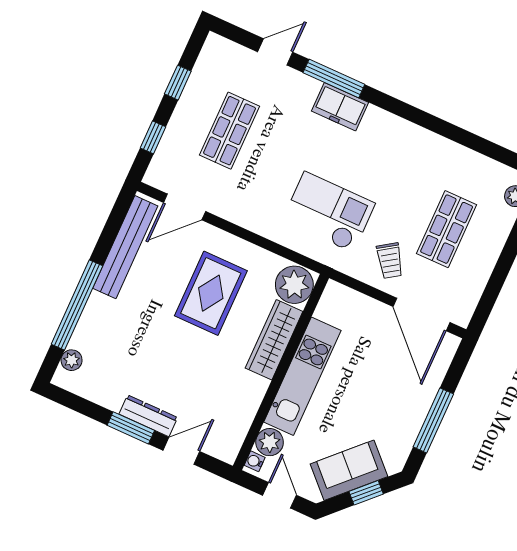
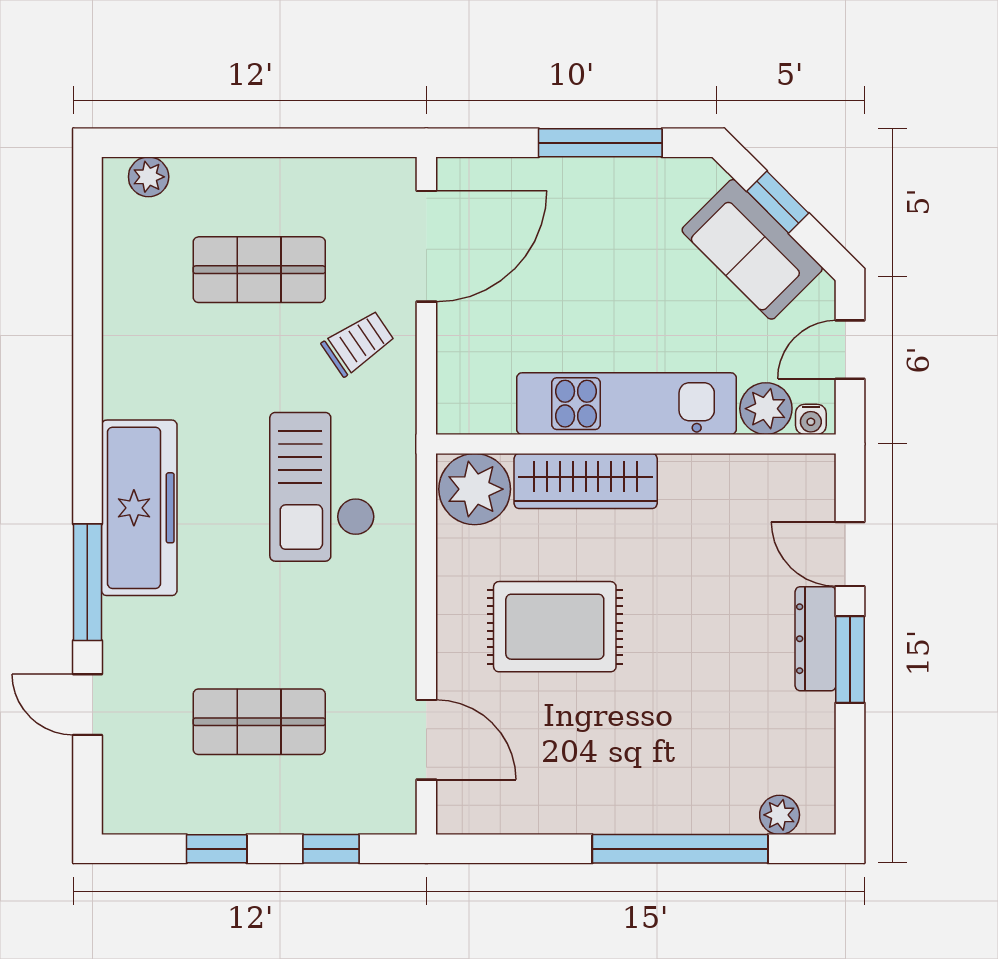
freezer: (340, 107) -> (139, 508), width x1.91, depth x1.26
bench: (125, 247) -> (542, 811), removed

